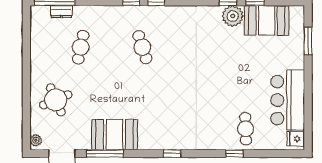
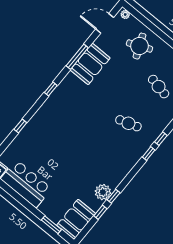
booth: (267, 20) -> (76, 219), moved
cafe table: (246, 129) -> (30, 145), removed
window: (105, 154) -> (77, 57), moved

